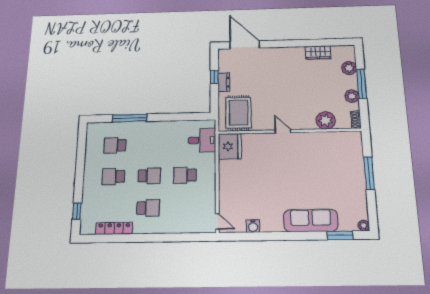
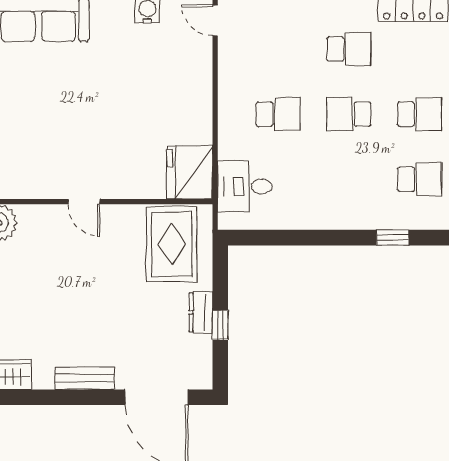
bench: (279, 52) -> (85, 378), added
window: (130, 118) -> (393, 238), width x0.46
school desk: (148, 208) -> (349, 49), turned 180

